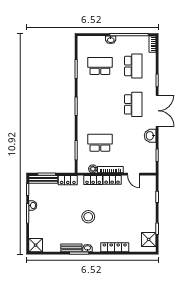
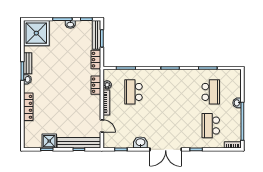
school desk: (133, 66) -> (211, 126), turned 90
school desk: (133, 104) -> (172, 126), removed
school desk: (100, 143) -> (133, 92), turned 180
door: (134, 174) -> (102, 126), swing flipped
locker: (112, 180) -> (96, 104), removed
bench: (150, 197) -> (79, 143), added
stool: (88, 217) -> (59, 80), removed
shower: (149, 239) -> (49, 141), moved
shower: (36, 245) -> (36, 33), width x1.86, depth x1.86

